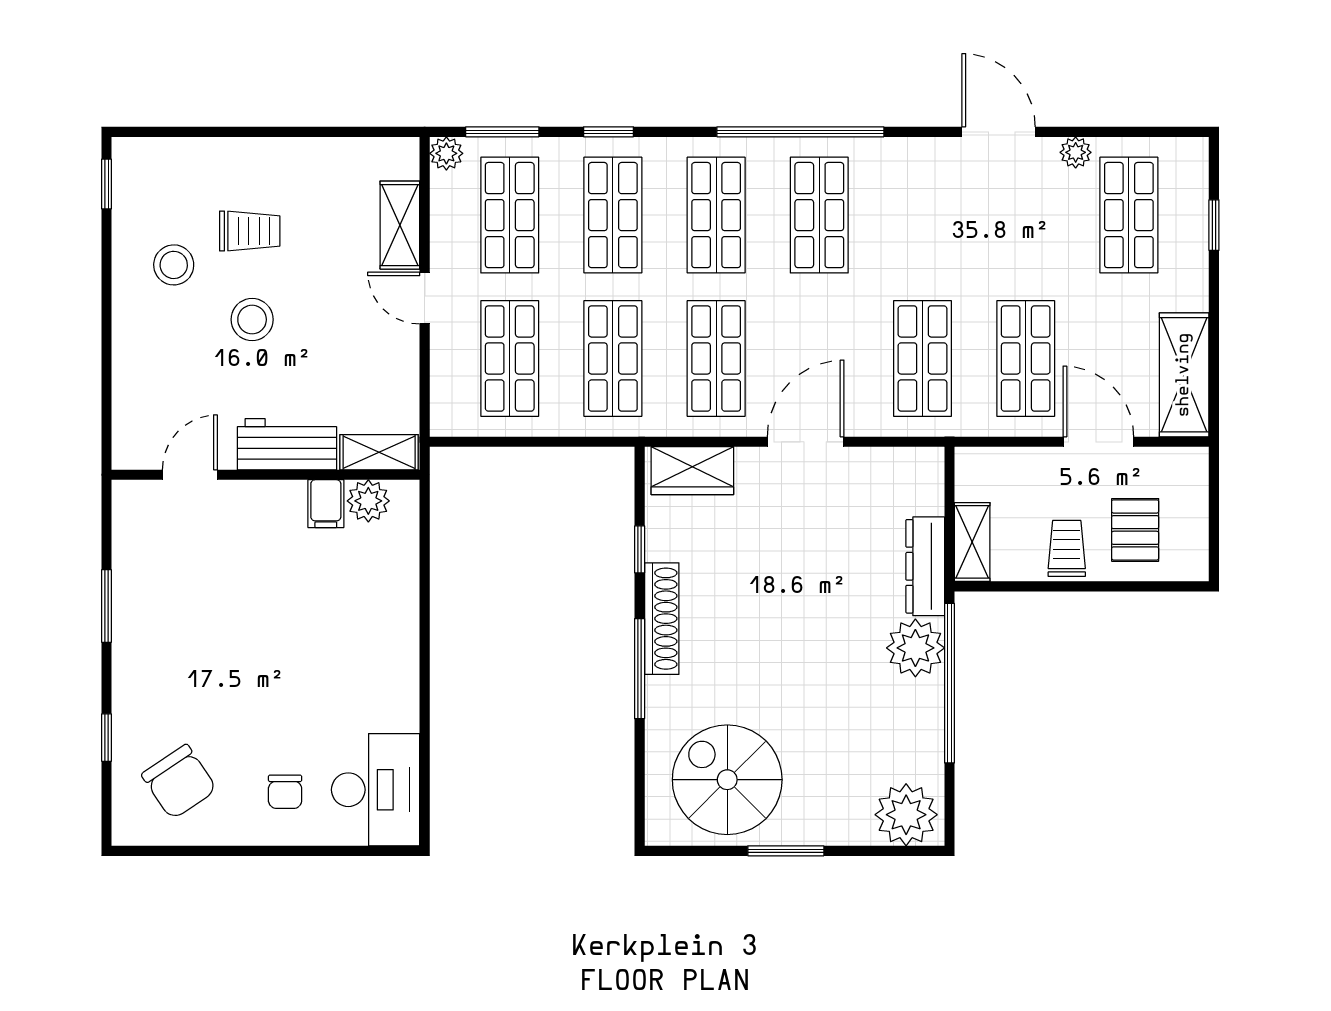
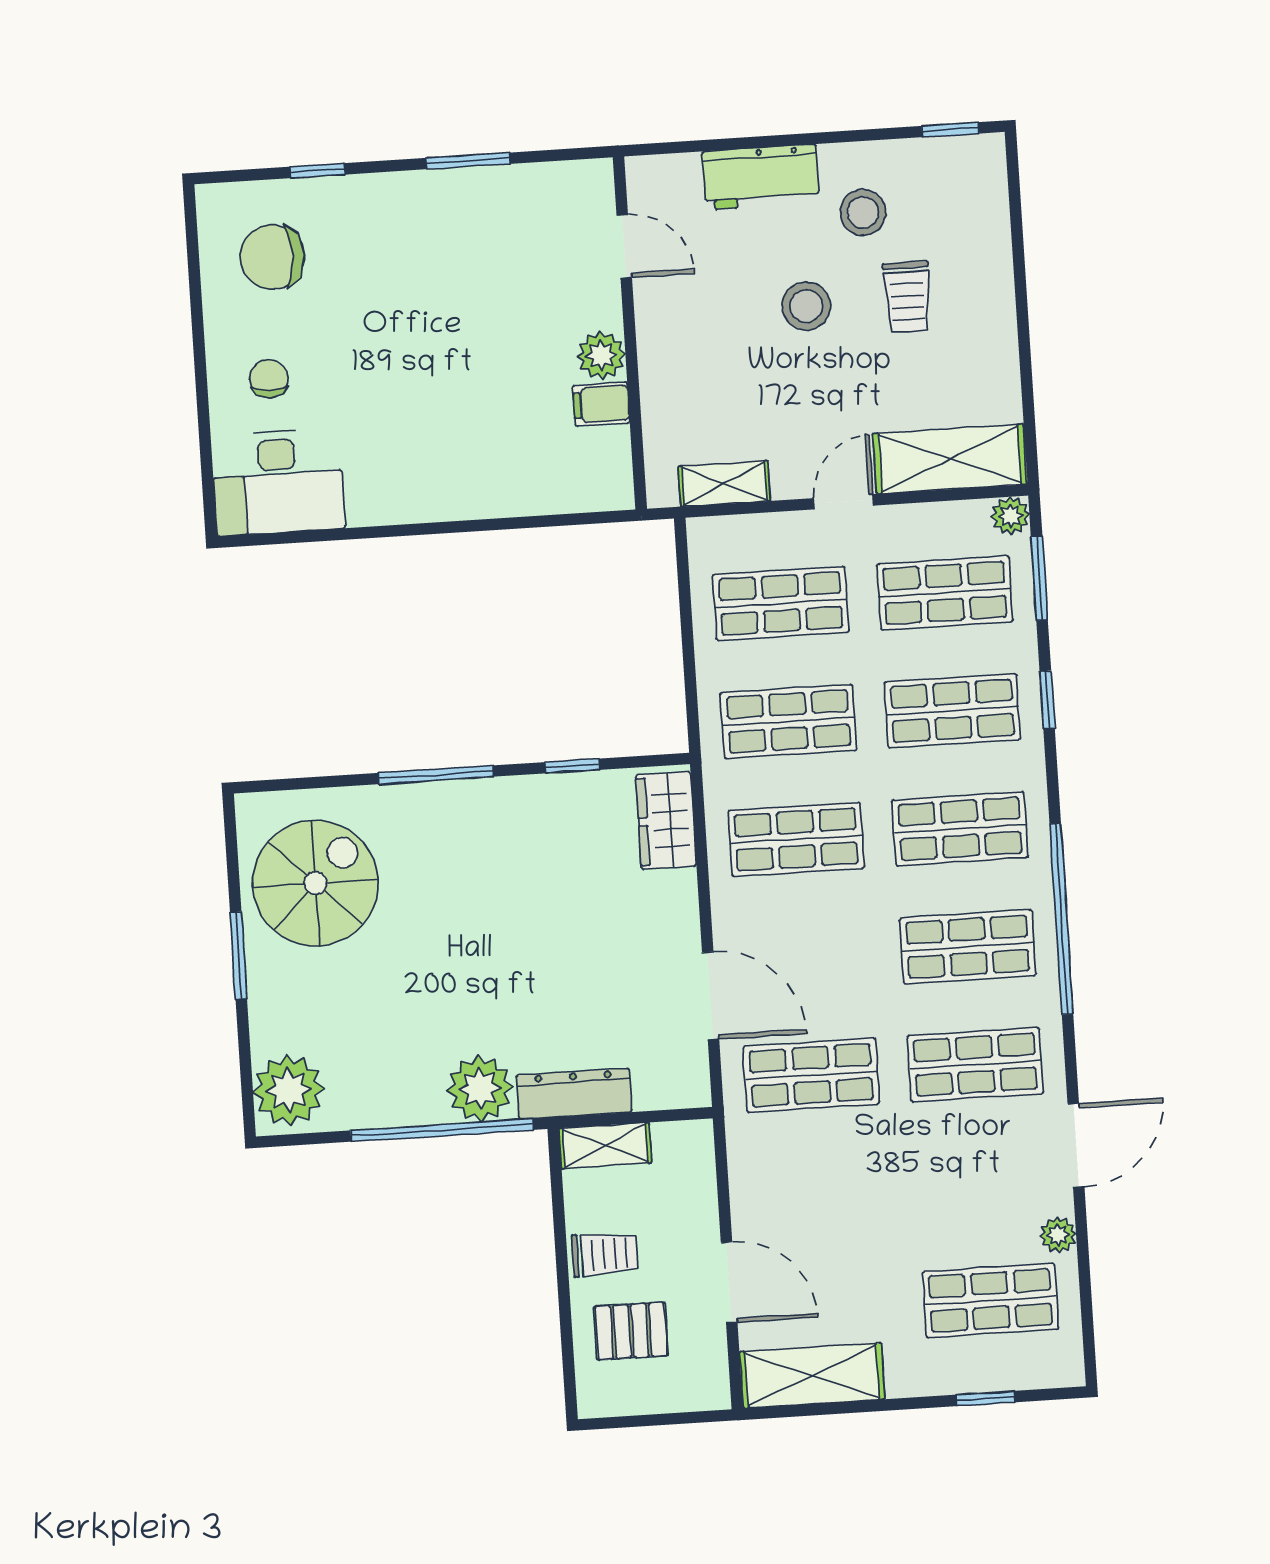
shelving: (400, 225) -> (950, 459), width x1.50, depth x1.33
shop shelf: (1026, 358) -> (975, 1065), moved
door: (806, 442) -> (711, 996), moved
door: (1098, 442) -> (729, 1282), hinge flipped
workbench: (287, 444) -> (761, 177), moved, turned 90
shelving: (379, 452) -> (724, 484), moved, turned 90
plant: (368, 501) -> (601, 355), moved
shoe rack: (662, 619) -> (495, 796), removed
chair: (179, 782) -> (272, 257), turned 34
chair: (285, 792) -> (269, 379), turned 90

